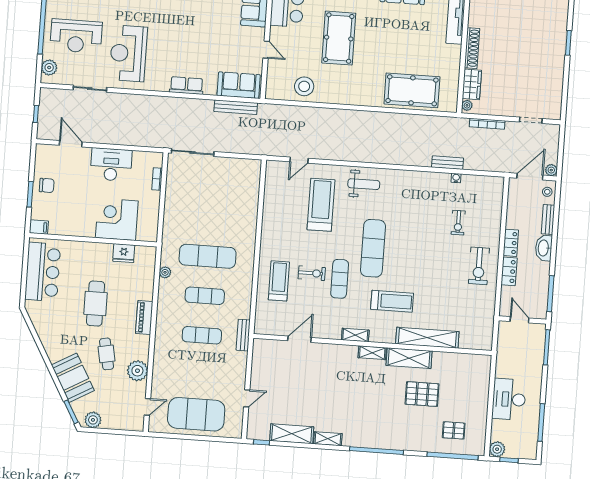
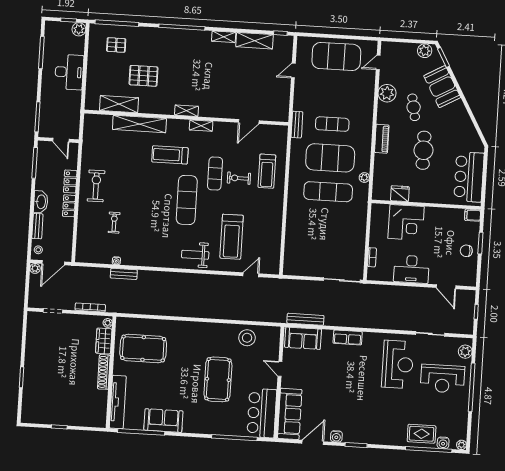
reception desk: (76, 36) -> (442, 379), turned 180
pool table: (412, 90) -> (143, 348), moved
exercise mat: (205, 296) -> (330, 158), width x2.00, depth x1.45
shelving: (409, 358) -> (119, 104), moved

